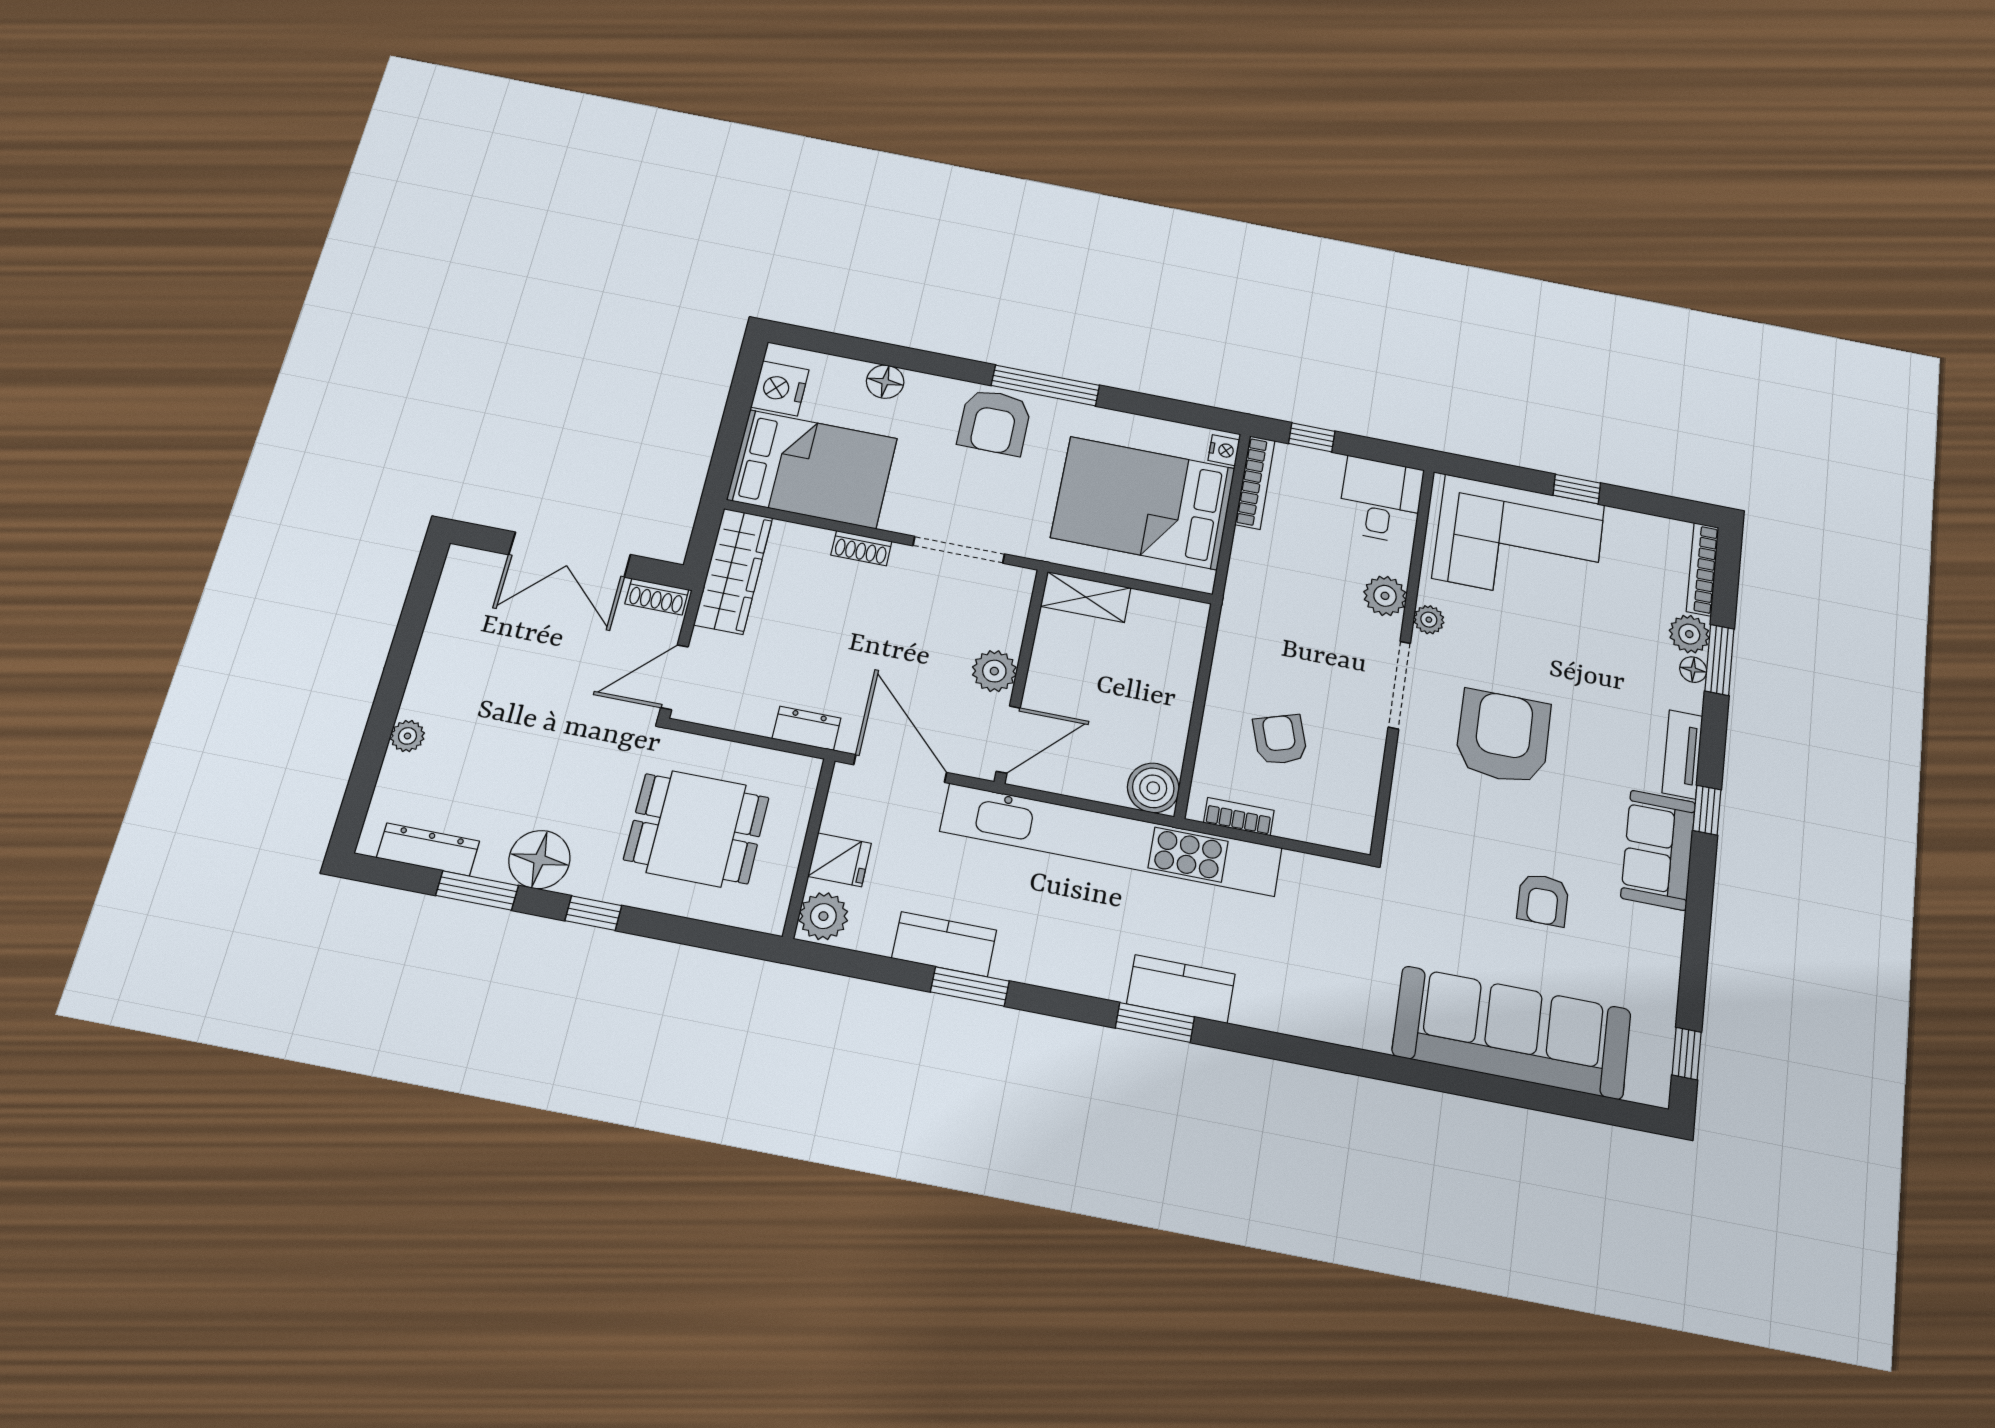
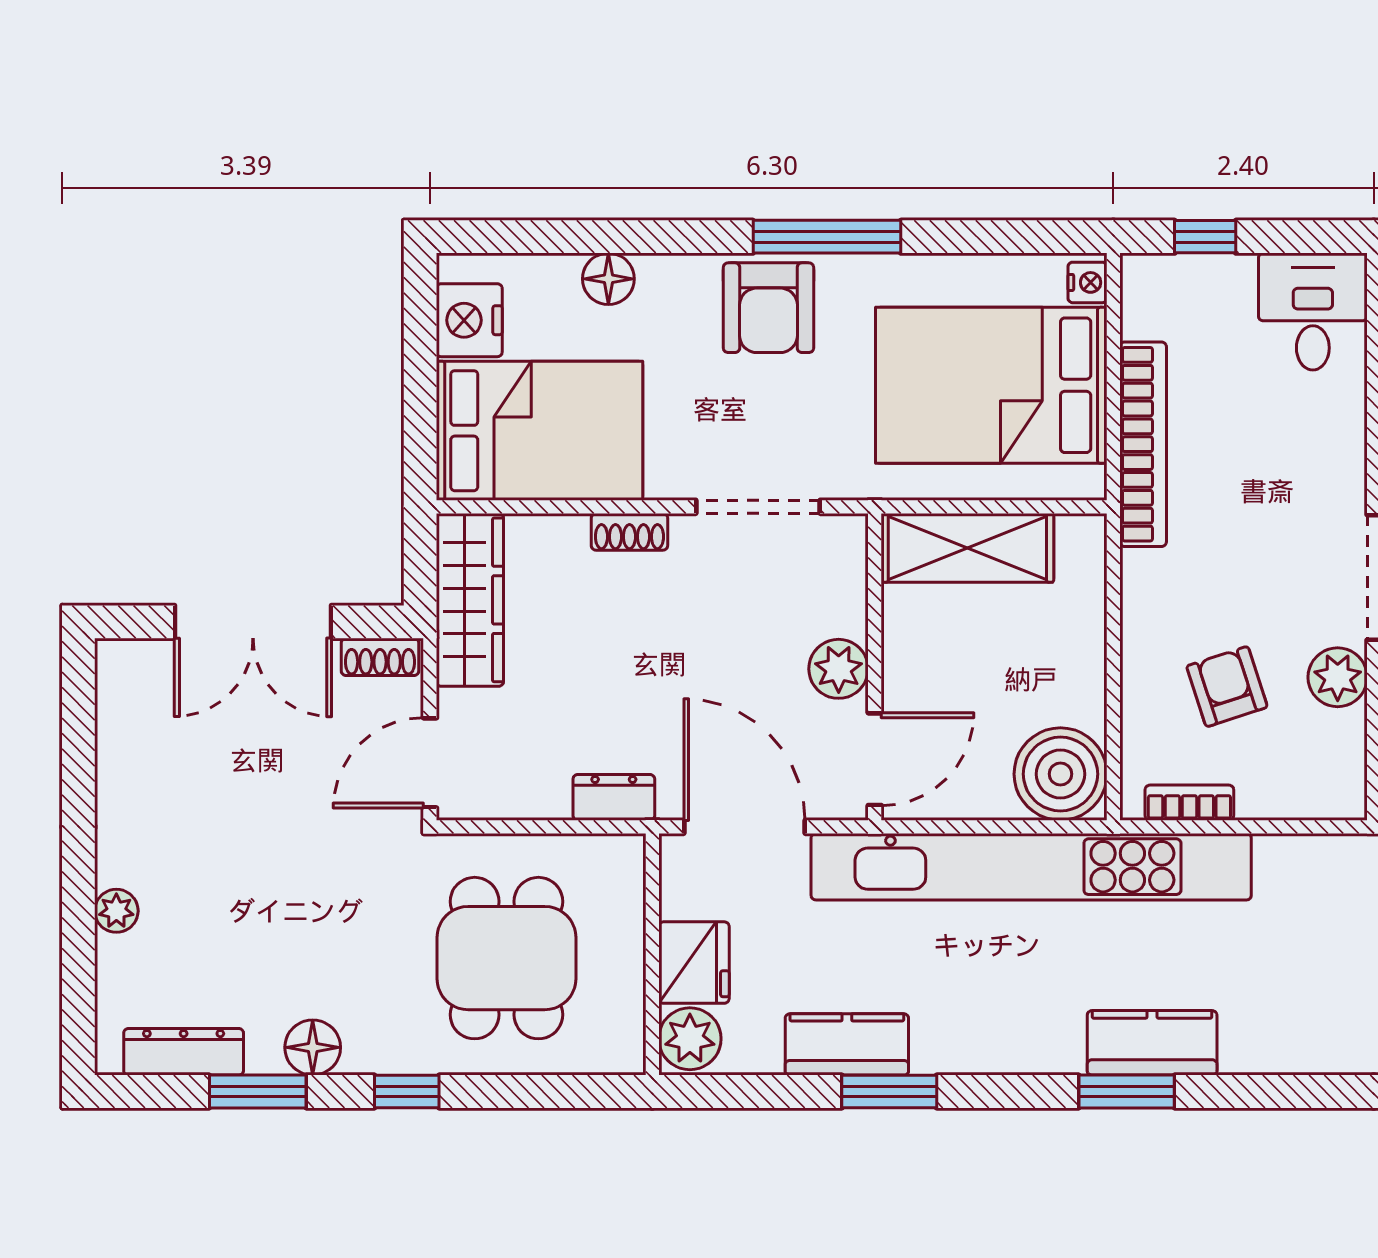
bookcase: (1255, 482) -> (1143, 444), moved, width x1.48, depth x1.31
plant: (1385, 596) -> (1338, 677), moved
shelving: (1086, 597) -> (967, 548), width x1.50, depth x1.33
boiler: (1153, 788) -> (1060, 774), width x1.37, depth x1.37
dining table: (696, 829) -> (506, 958), turned 90
floor lamp: (539, 860) -> (313, 1047), width x0.73, depth x0.73
fridge: (840, 860) -> (694, 963), width x1.38

